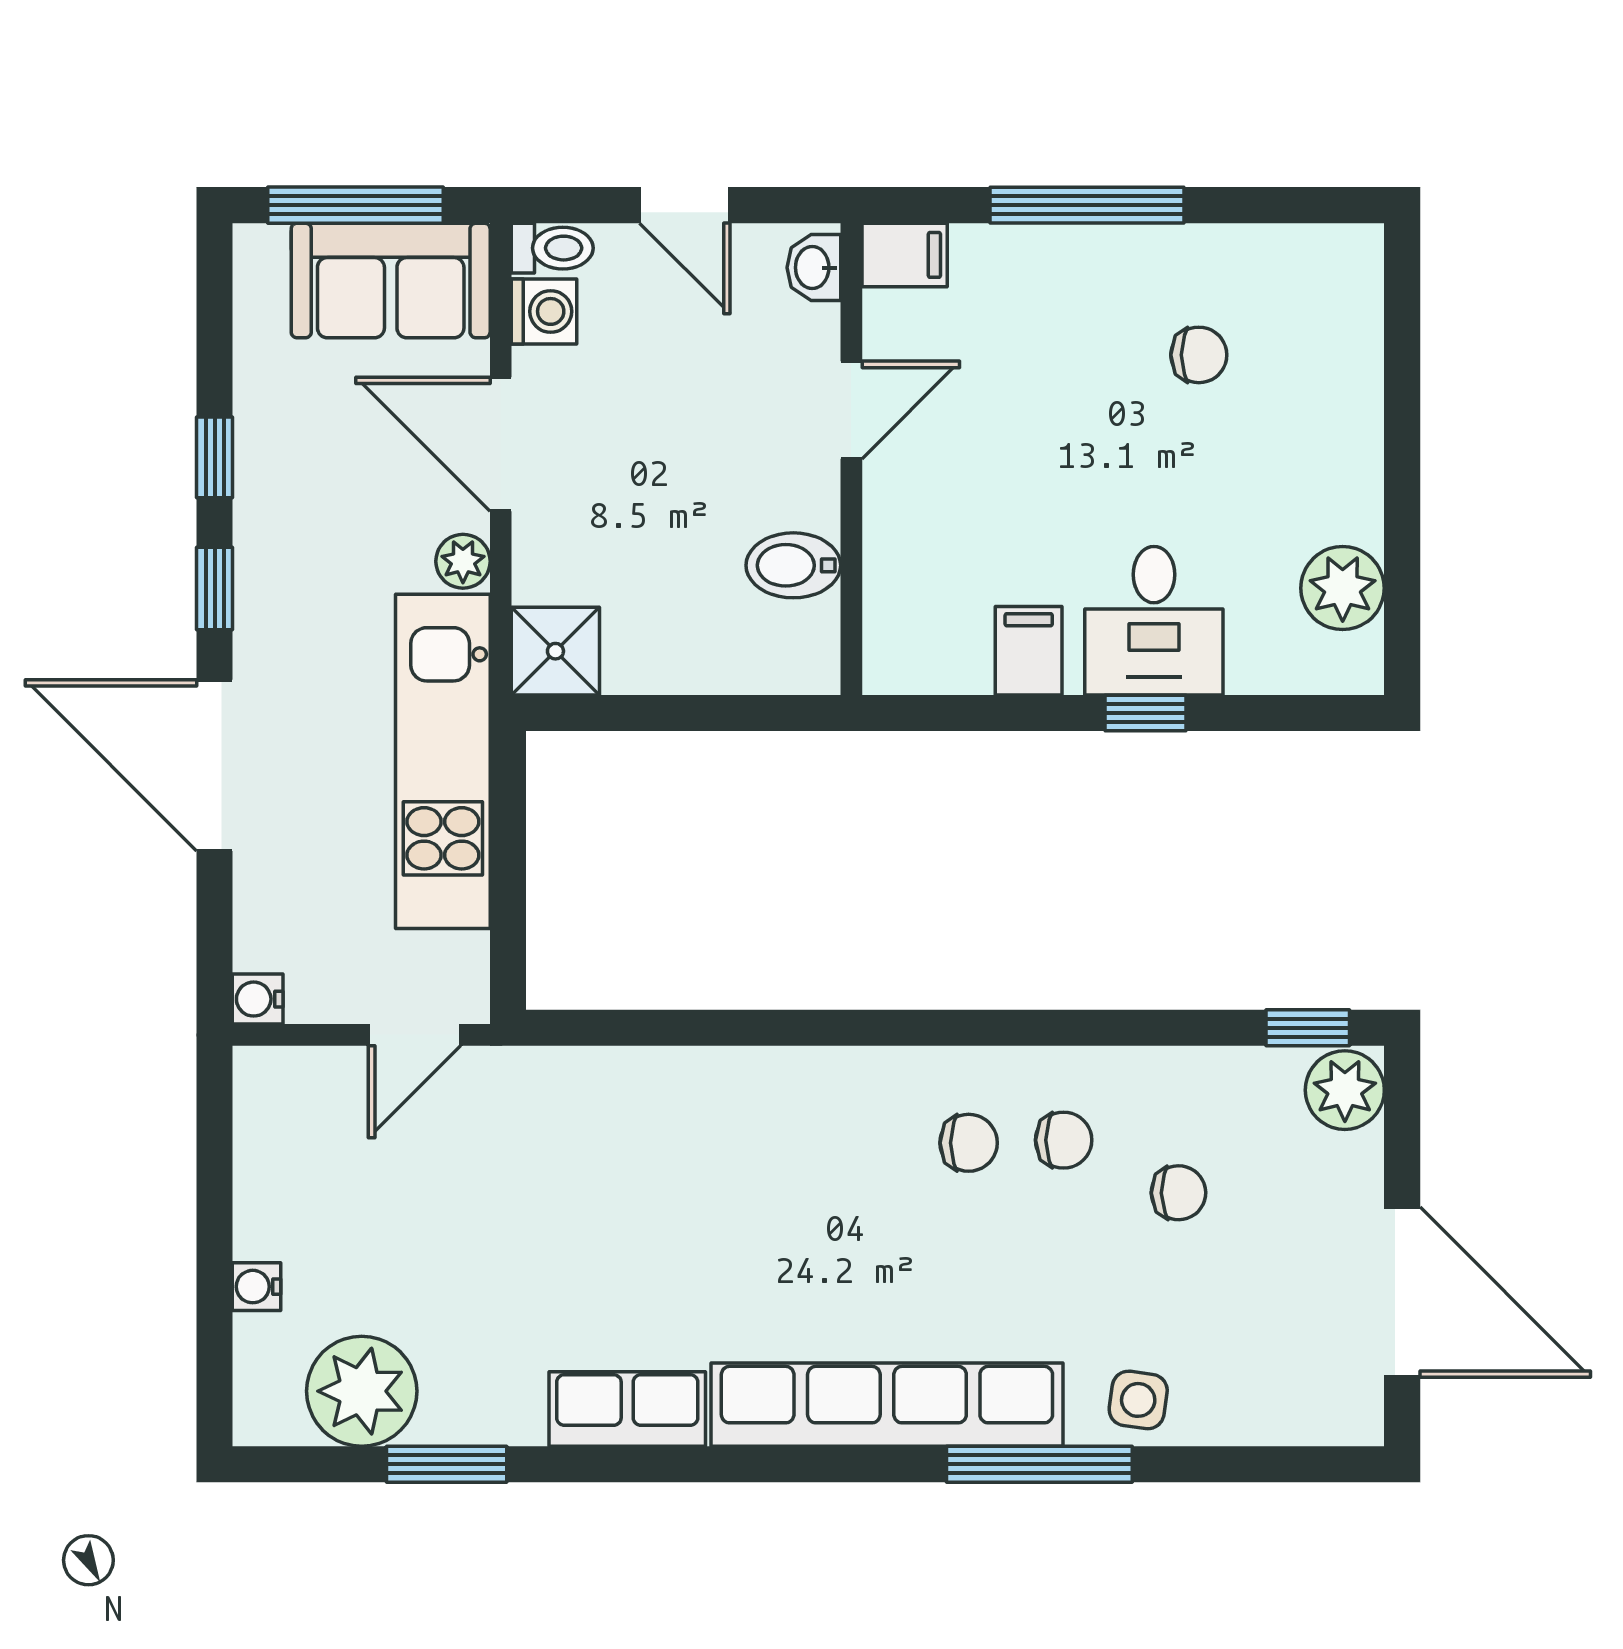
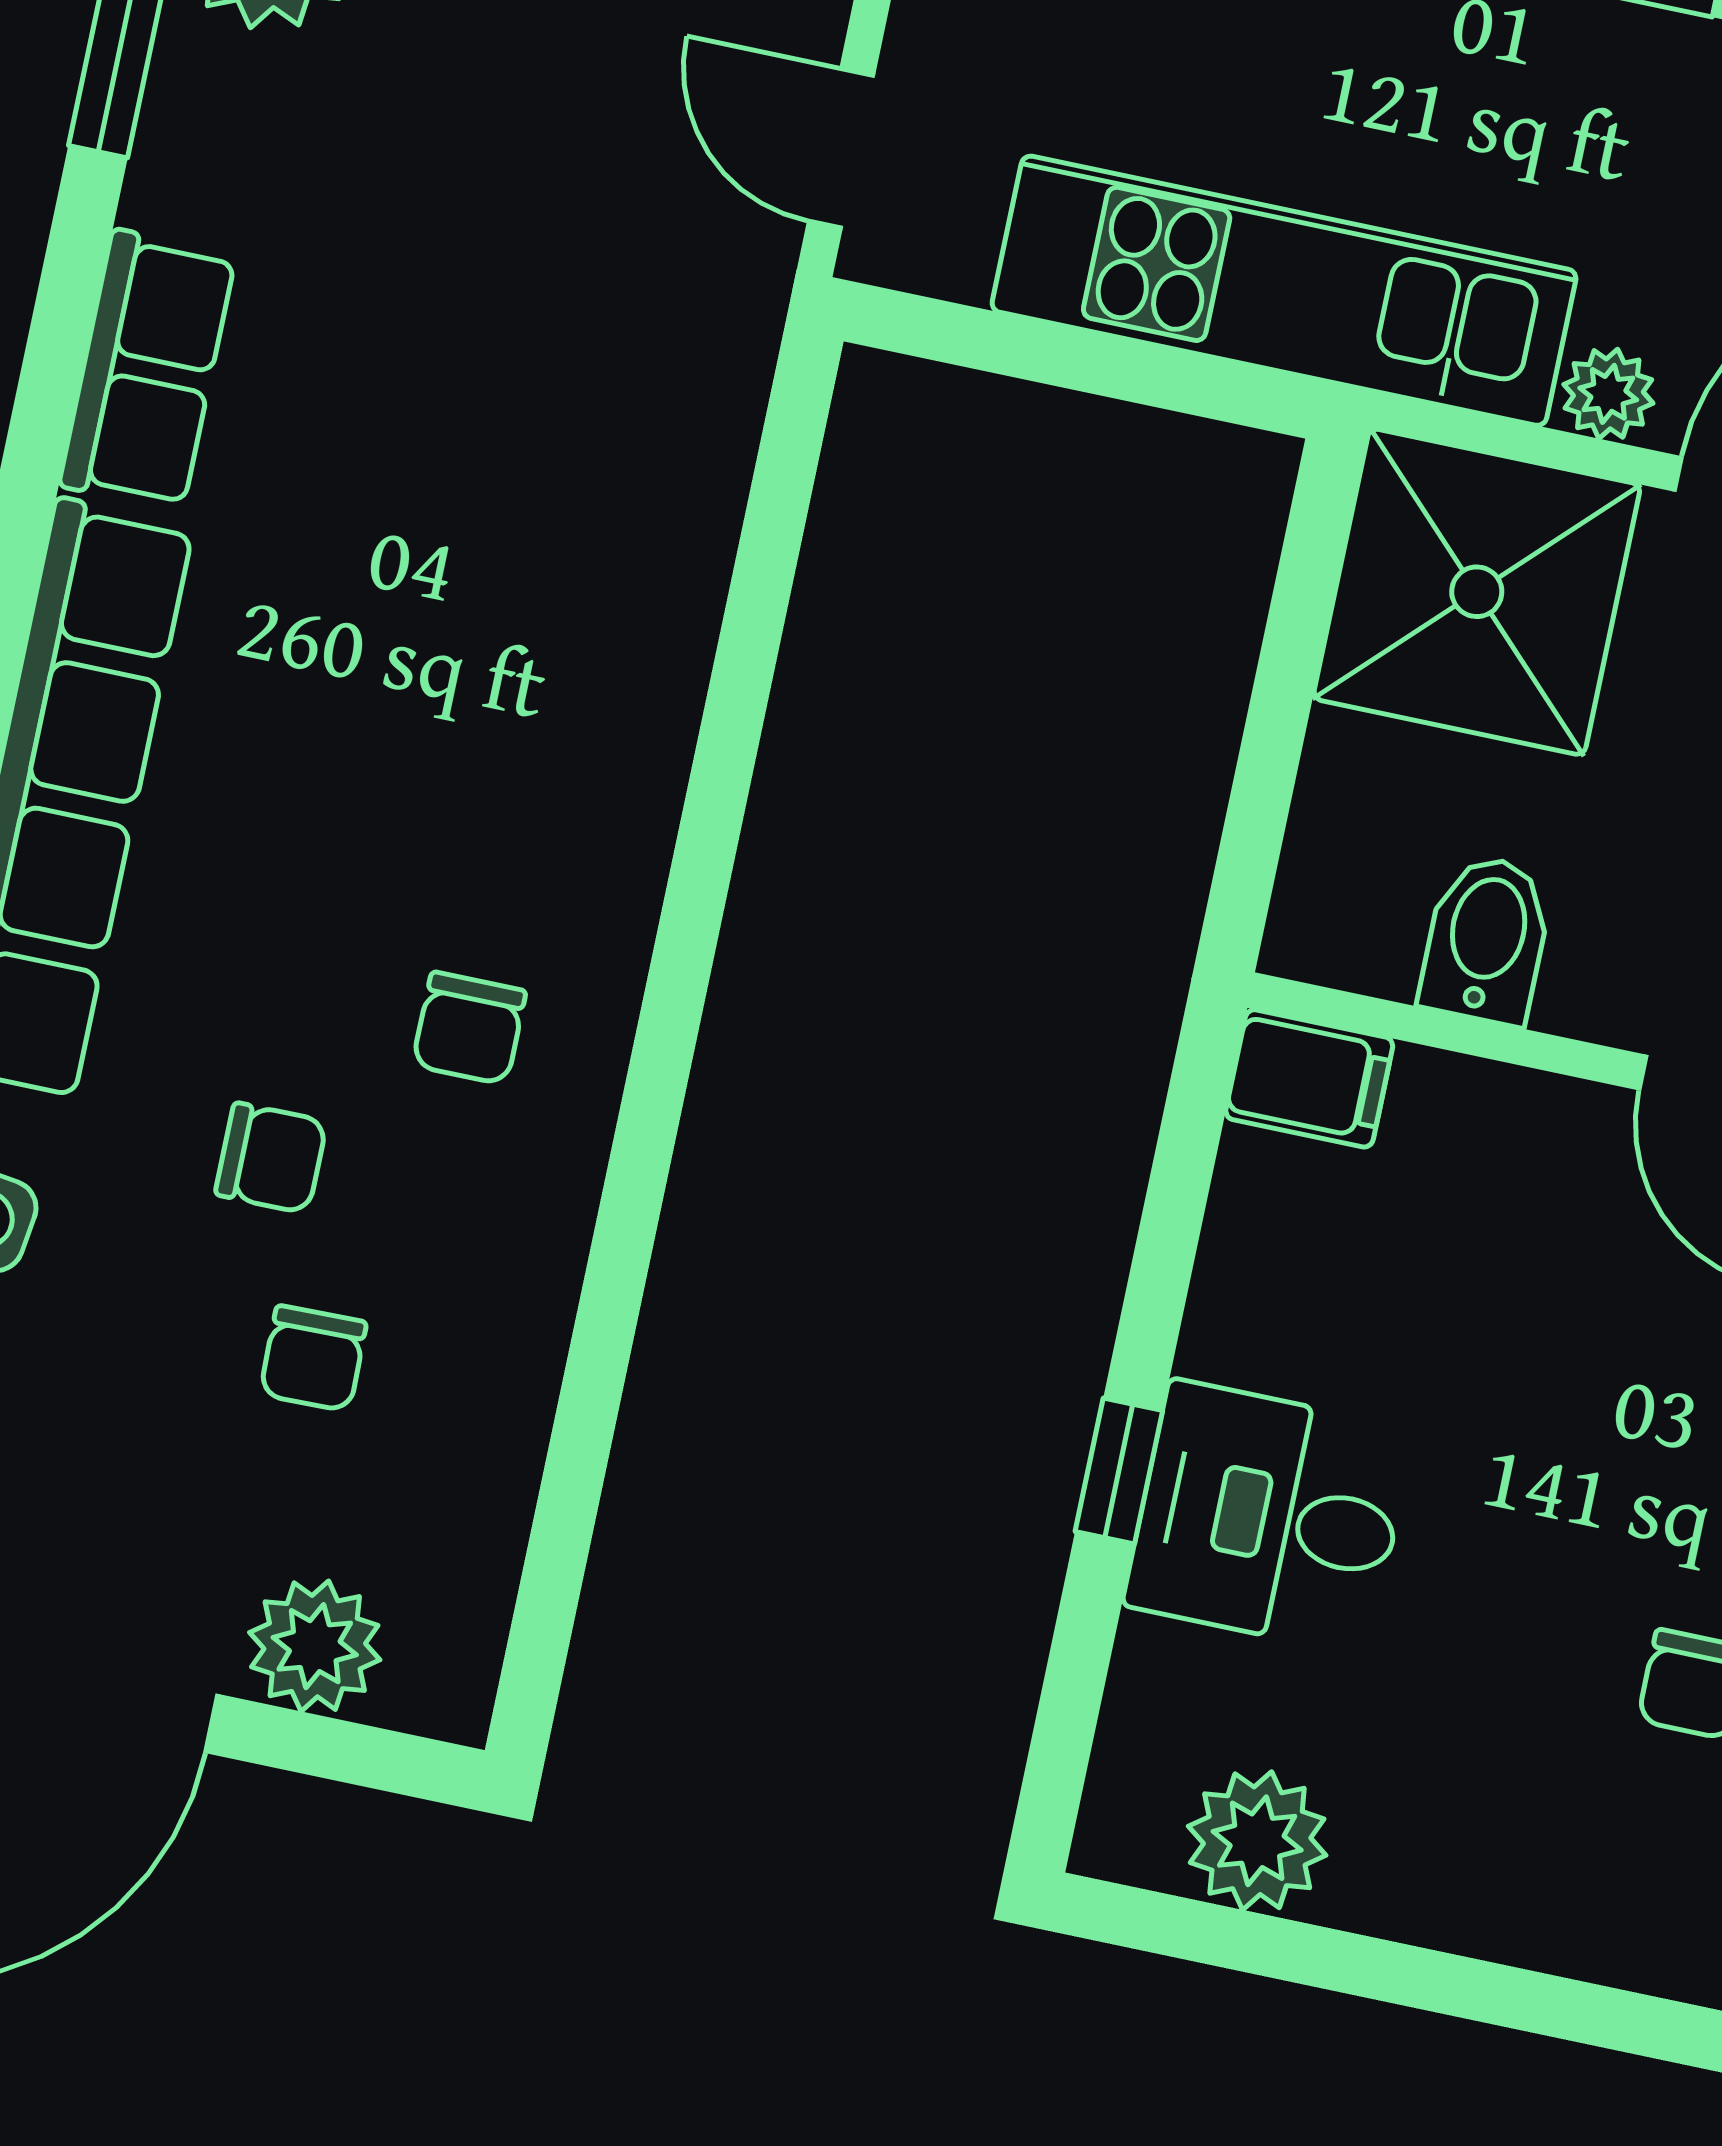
shower: (555, 651) -> (1477, 592), width x1.86, depth x1.86
filing cabinet: (1029, 651) -> (1309, 1078), moved
window: (1308, 1028) -> (541, 1630), removed
plant: (1345, 1090) -> (315, 1646), moved
chair: (1064, 1140) -> (271, 1158), moved, turned -90

